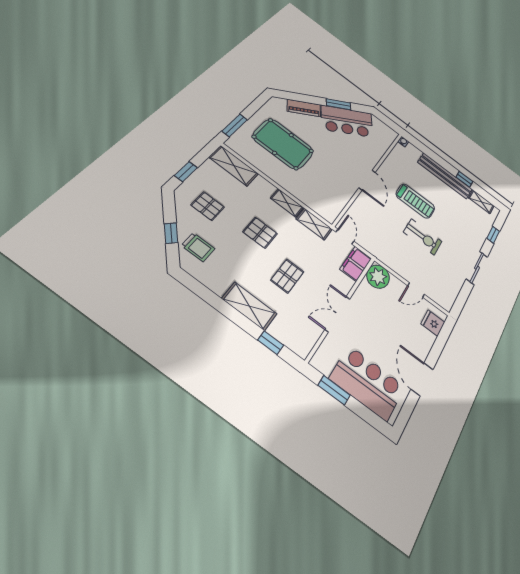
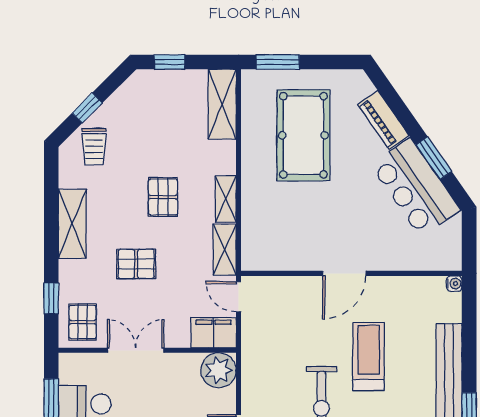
treadmill: (415, 201) -> (369, 357), turned 180
pallet: (208, 206) -> (83, 322), moved
door: (345, 237) -> (239, 297), swing flipped
shelving: (249, 306) -> (72, 224), moved

